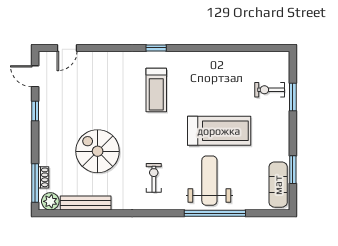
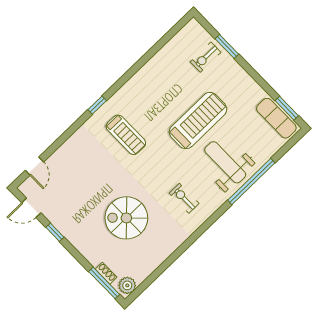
window: (293, 170) -> (287, 108), moved
bench: (86, 203) -> (153, 263), removed

